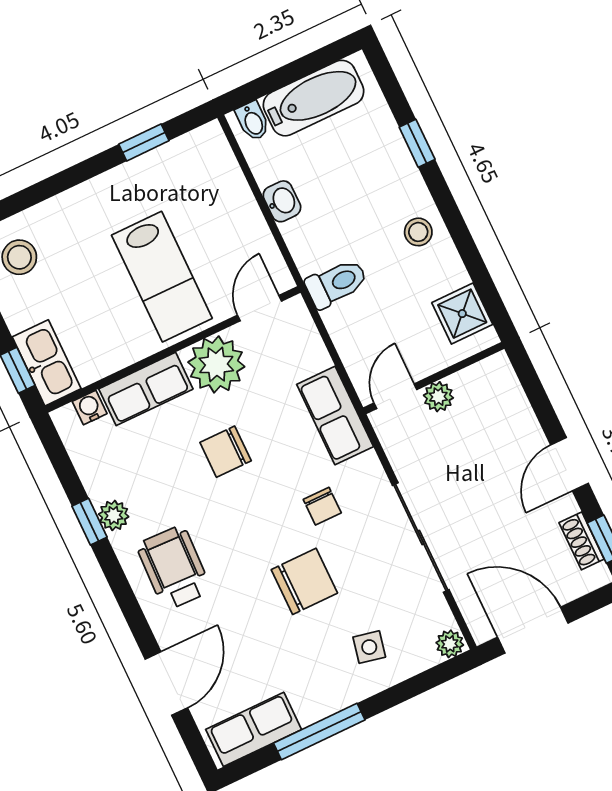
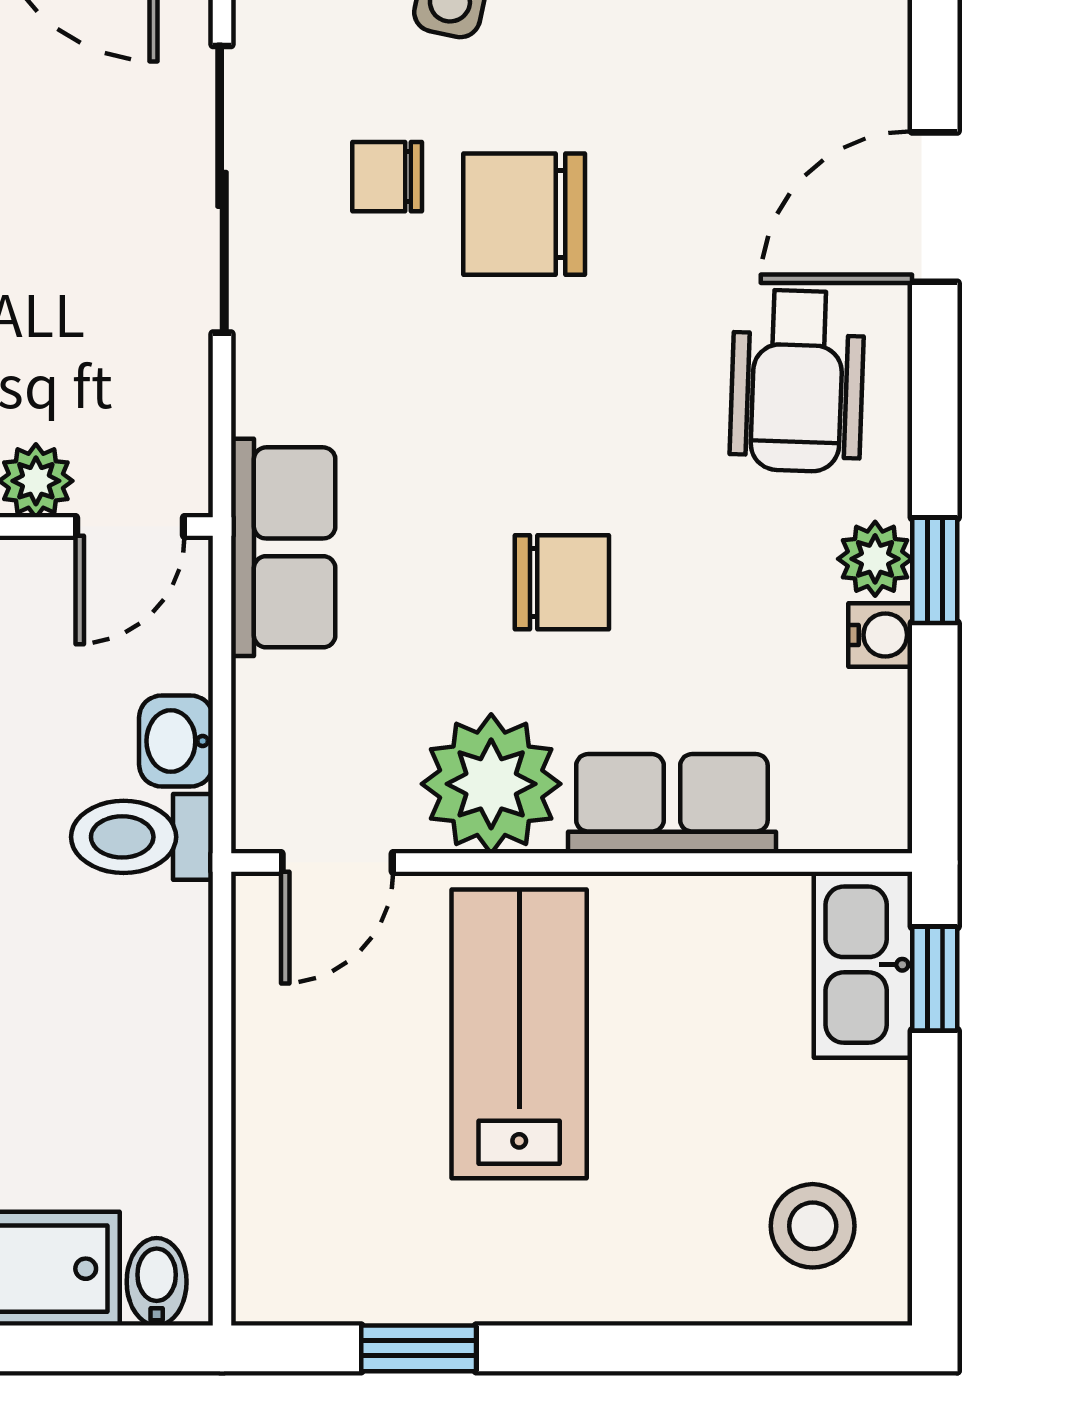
washbasin: (282, 201) -> (176, 741), moved
water cooler: (90, 407) -> (880, 635), moved, turned -90
chair: (322, 506) -> (387, 177), moved, turned -90
door: (166, 684) -> (935, 207), moved

